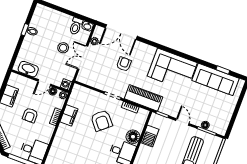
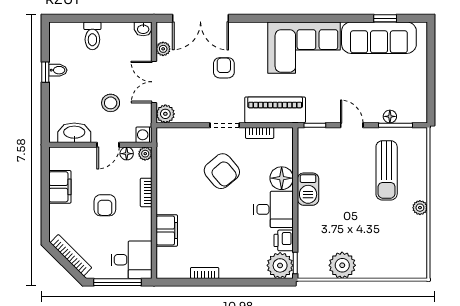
toilet: (76, 26) -> (92, 36), moved
stool: (63, 48) -> (111, 103), moved
plant: (82, 77) -> (165, 114), added
filing cabinet: (69, 115) -> (167, 231), moved
barbecue: (150, 136) -> (308, 189), moved

